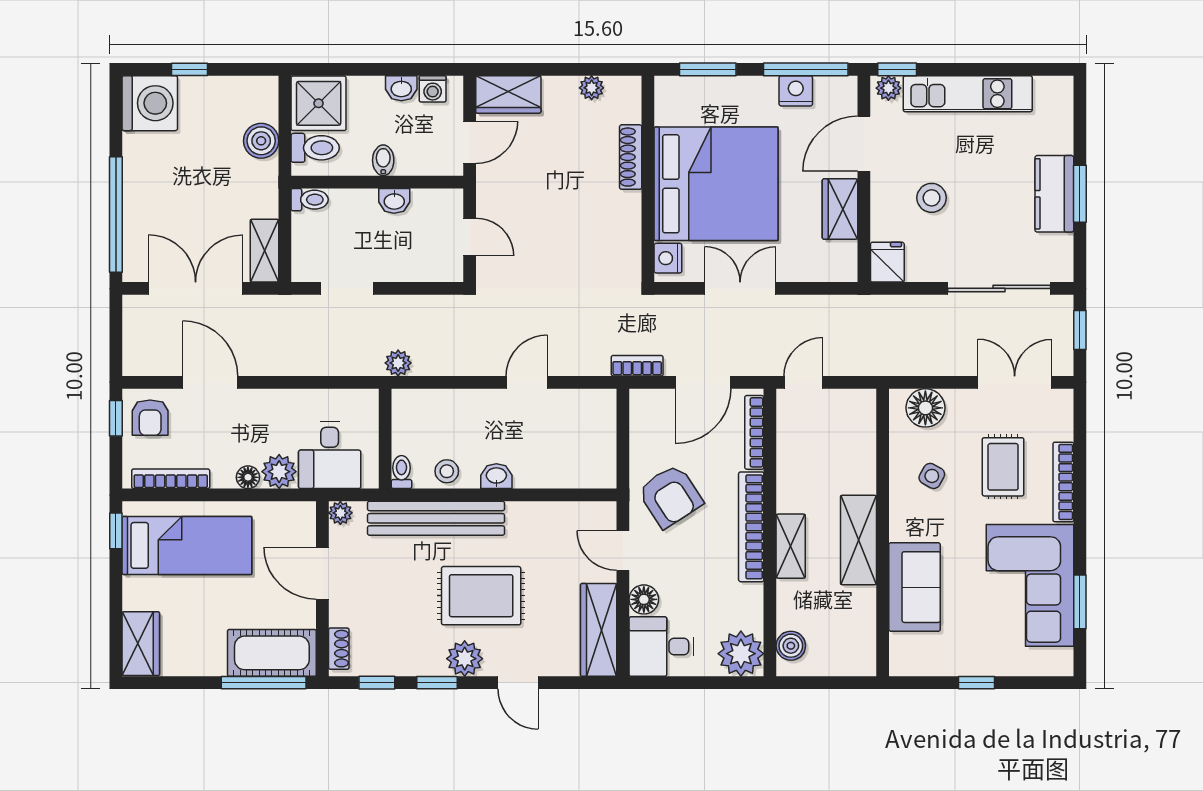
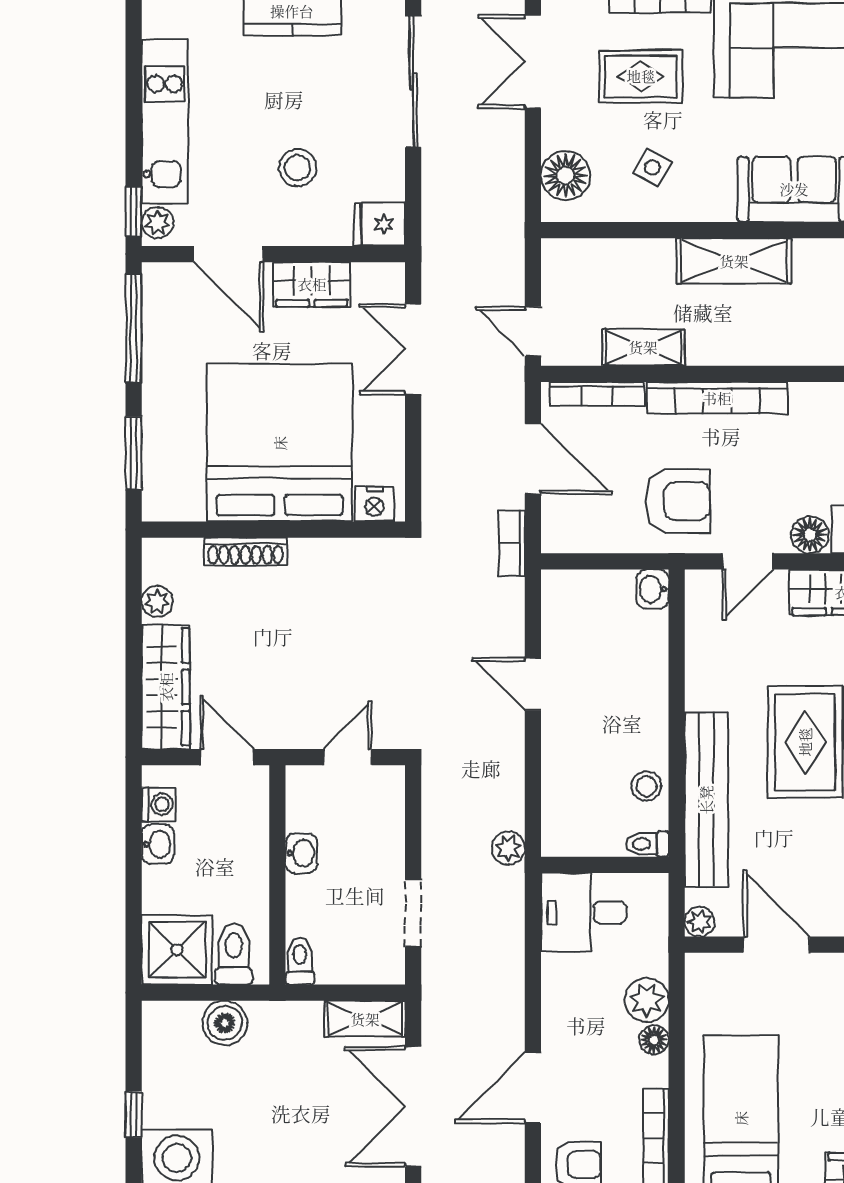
nightstand: (796, 91) -> (161, 341), removed
wardrobe: (508, 94) -> (166, 687), width x1.50
bidet: (383, 160) -> (250, 867), removed
double door: (740, 288) -> (413, 349), moved
desk: (330, 455) -> (584, 912), moved, turned 180
washbasin: (496, 476) -> (653, 589), moved
armchair: (670, 496) -> (678, 501), turned 33
shelving: (791, 546) -> (643, 347), moved
door: (322, 573) -> (776, 945), swing flipped

